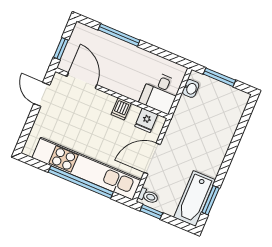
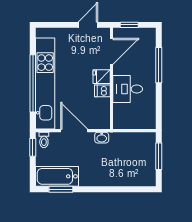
washbasin: (191, 88) -> (102, 138), moved
desk: (160, 92) -> (128, 89), moved
fridge: (146, 120) -> (102, 77), moved

